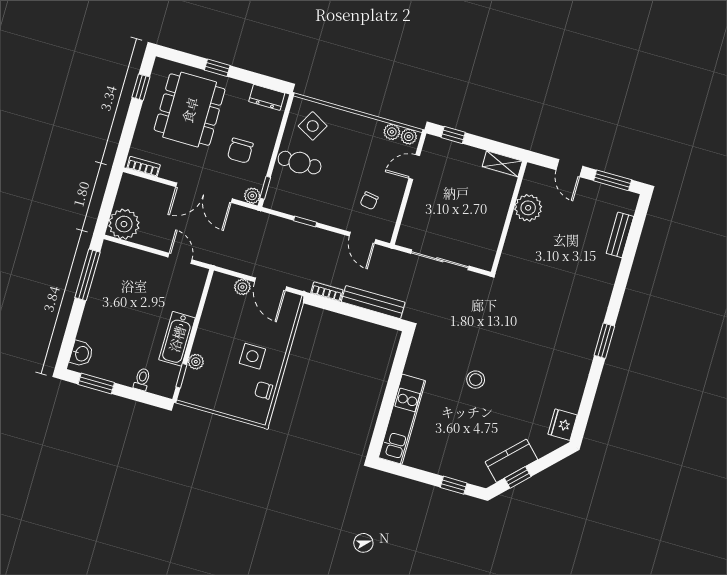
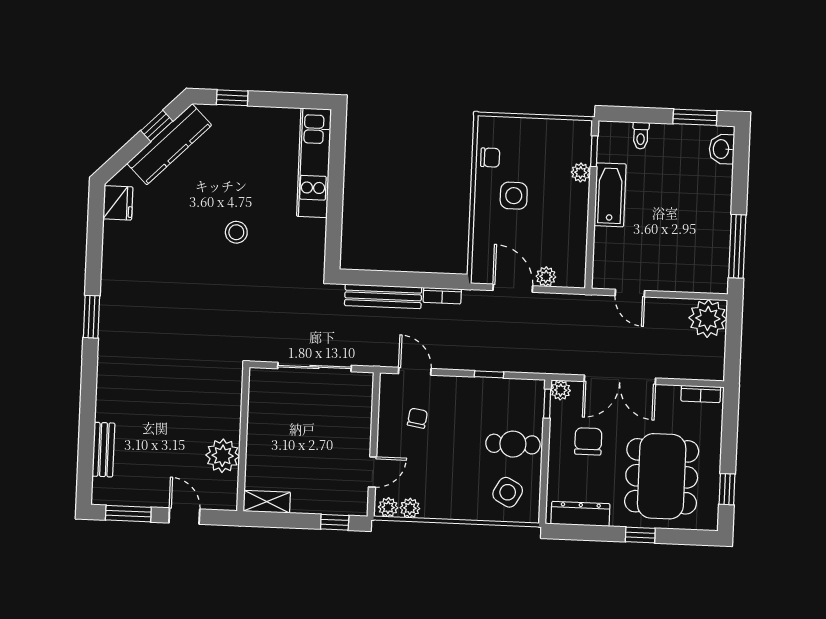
dresser: (267, 97) -> (580, 514), width x1.44
double door: (204, 193) -> (620, 380), swing flipped
kitchen counter: (511, 461) -> (169, 144), width x1.50

